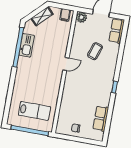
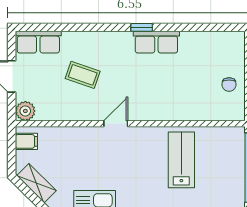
door: (66, 64) -> (116, 124), hinge flipped
lab bench: (35, 111) -> (181, 160), moved
row of seats: (101, 118) -> (156, 42), moved

